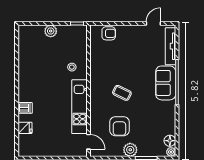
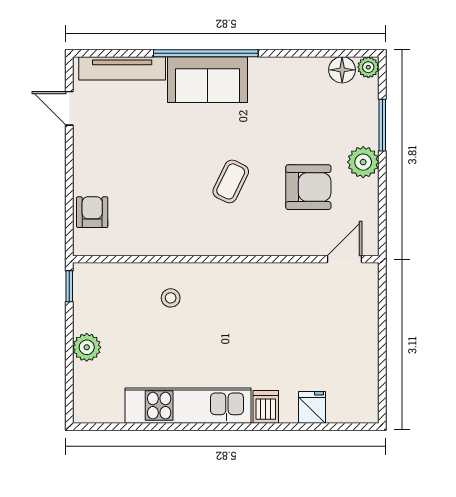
kitchen unit: (80, 107) -> (188, 406), moved, turned 180

